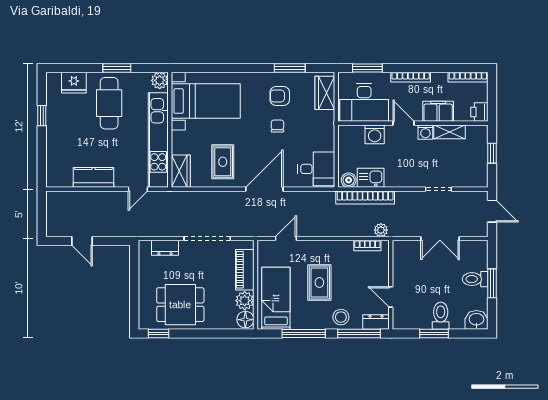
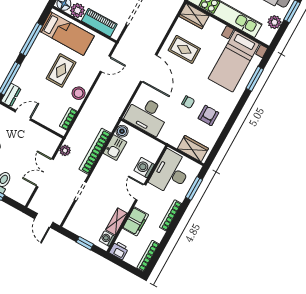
window: (290, 68) -> (255, 79), moved
plant: (160, 80) -> (274, 22), moved
door: (404, 123) -> (141, 192), swing flipped
washing machine: (425, 132) -> (107, 238), moved
desk: (316, 169) -> (147, 115), width x1.37
bookcase: (365, 197) -> (95, 151), moved
door: (492, 211) -> (44, 220), hinge flipped
plant: (381, 230) -> (65, 150), moved
door: (286, 239) -> (105, 64), hinge flipped
rug: (319, 283) -> (61, 70), turned 90
stool: (341, 317) -> (79, 93), moved

